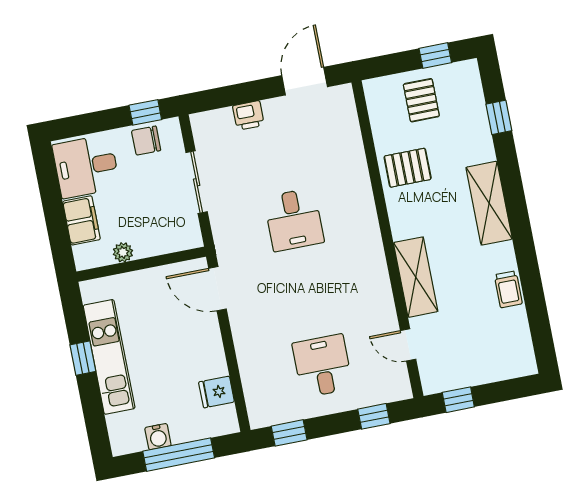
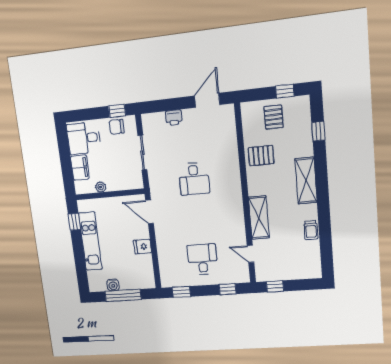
window: (83, 358) -> (74, 222), moved
fridge: (217, 392) -> (143, 247), moved

